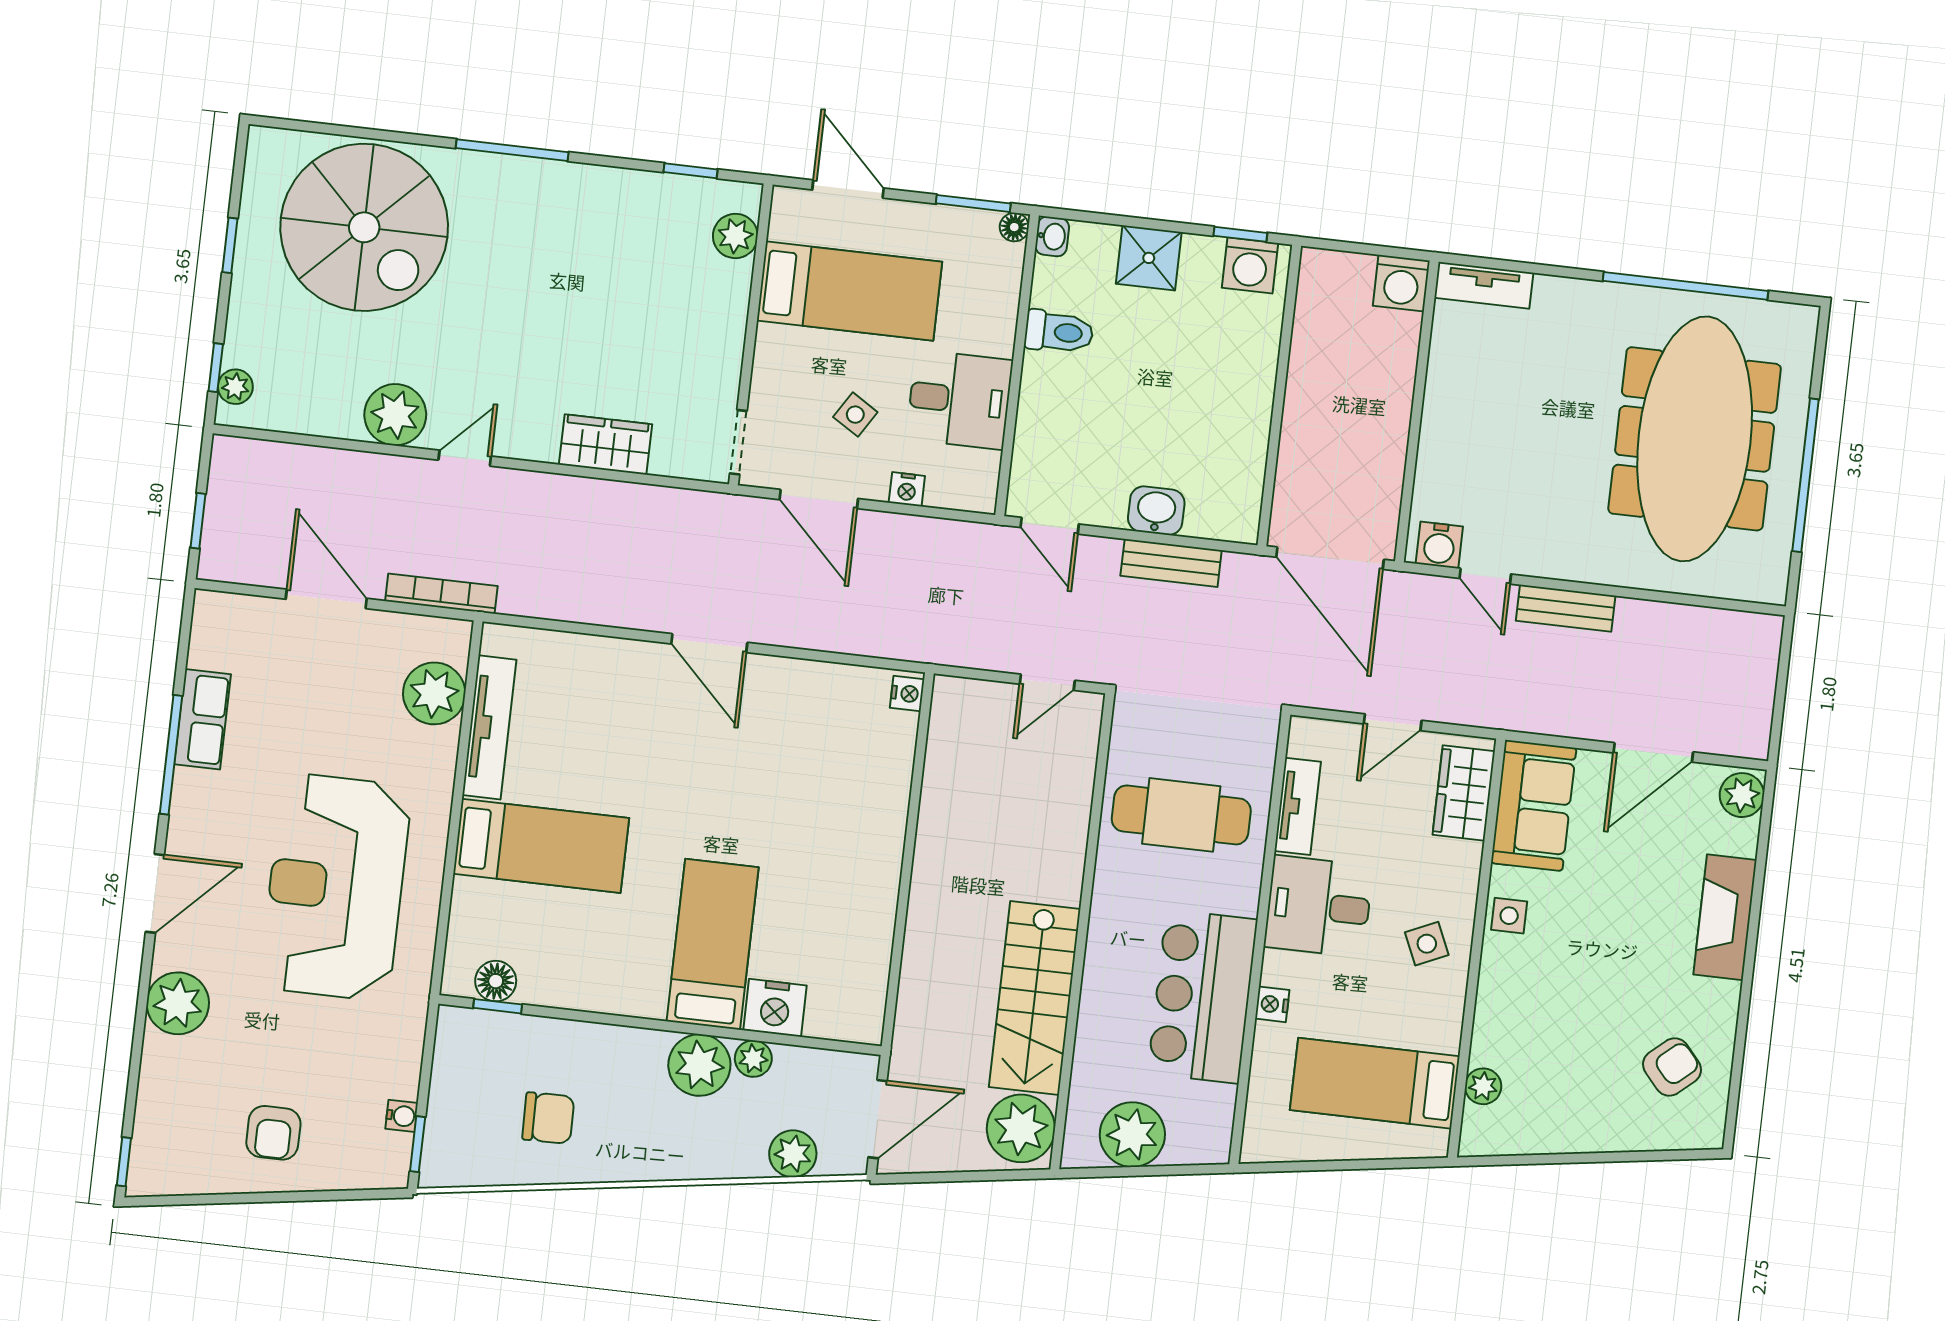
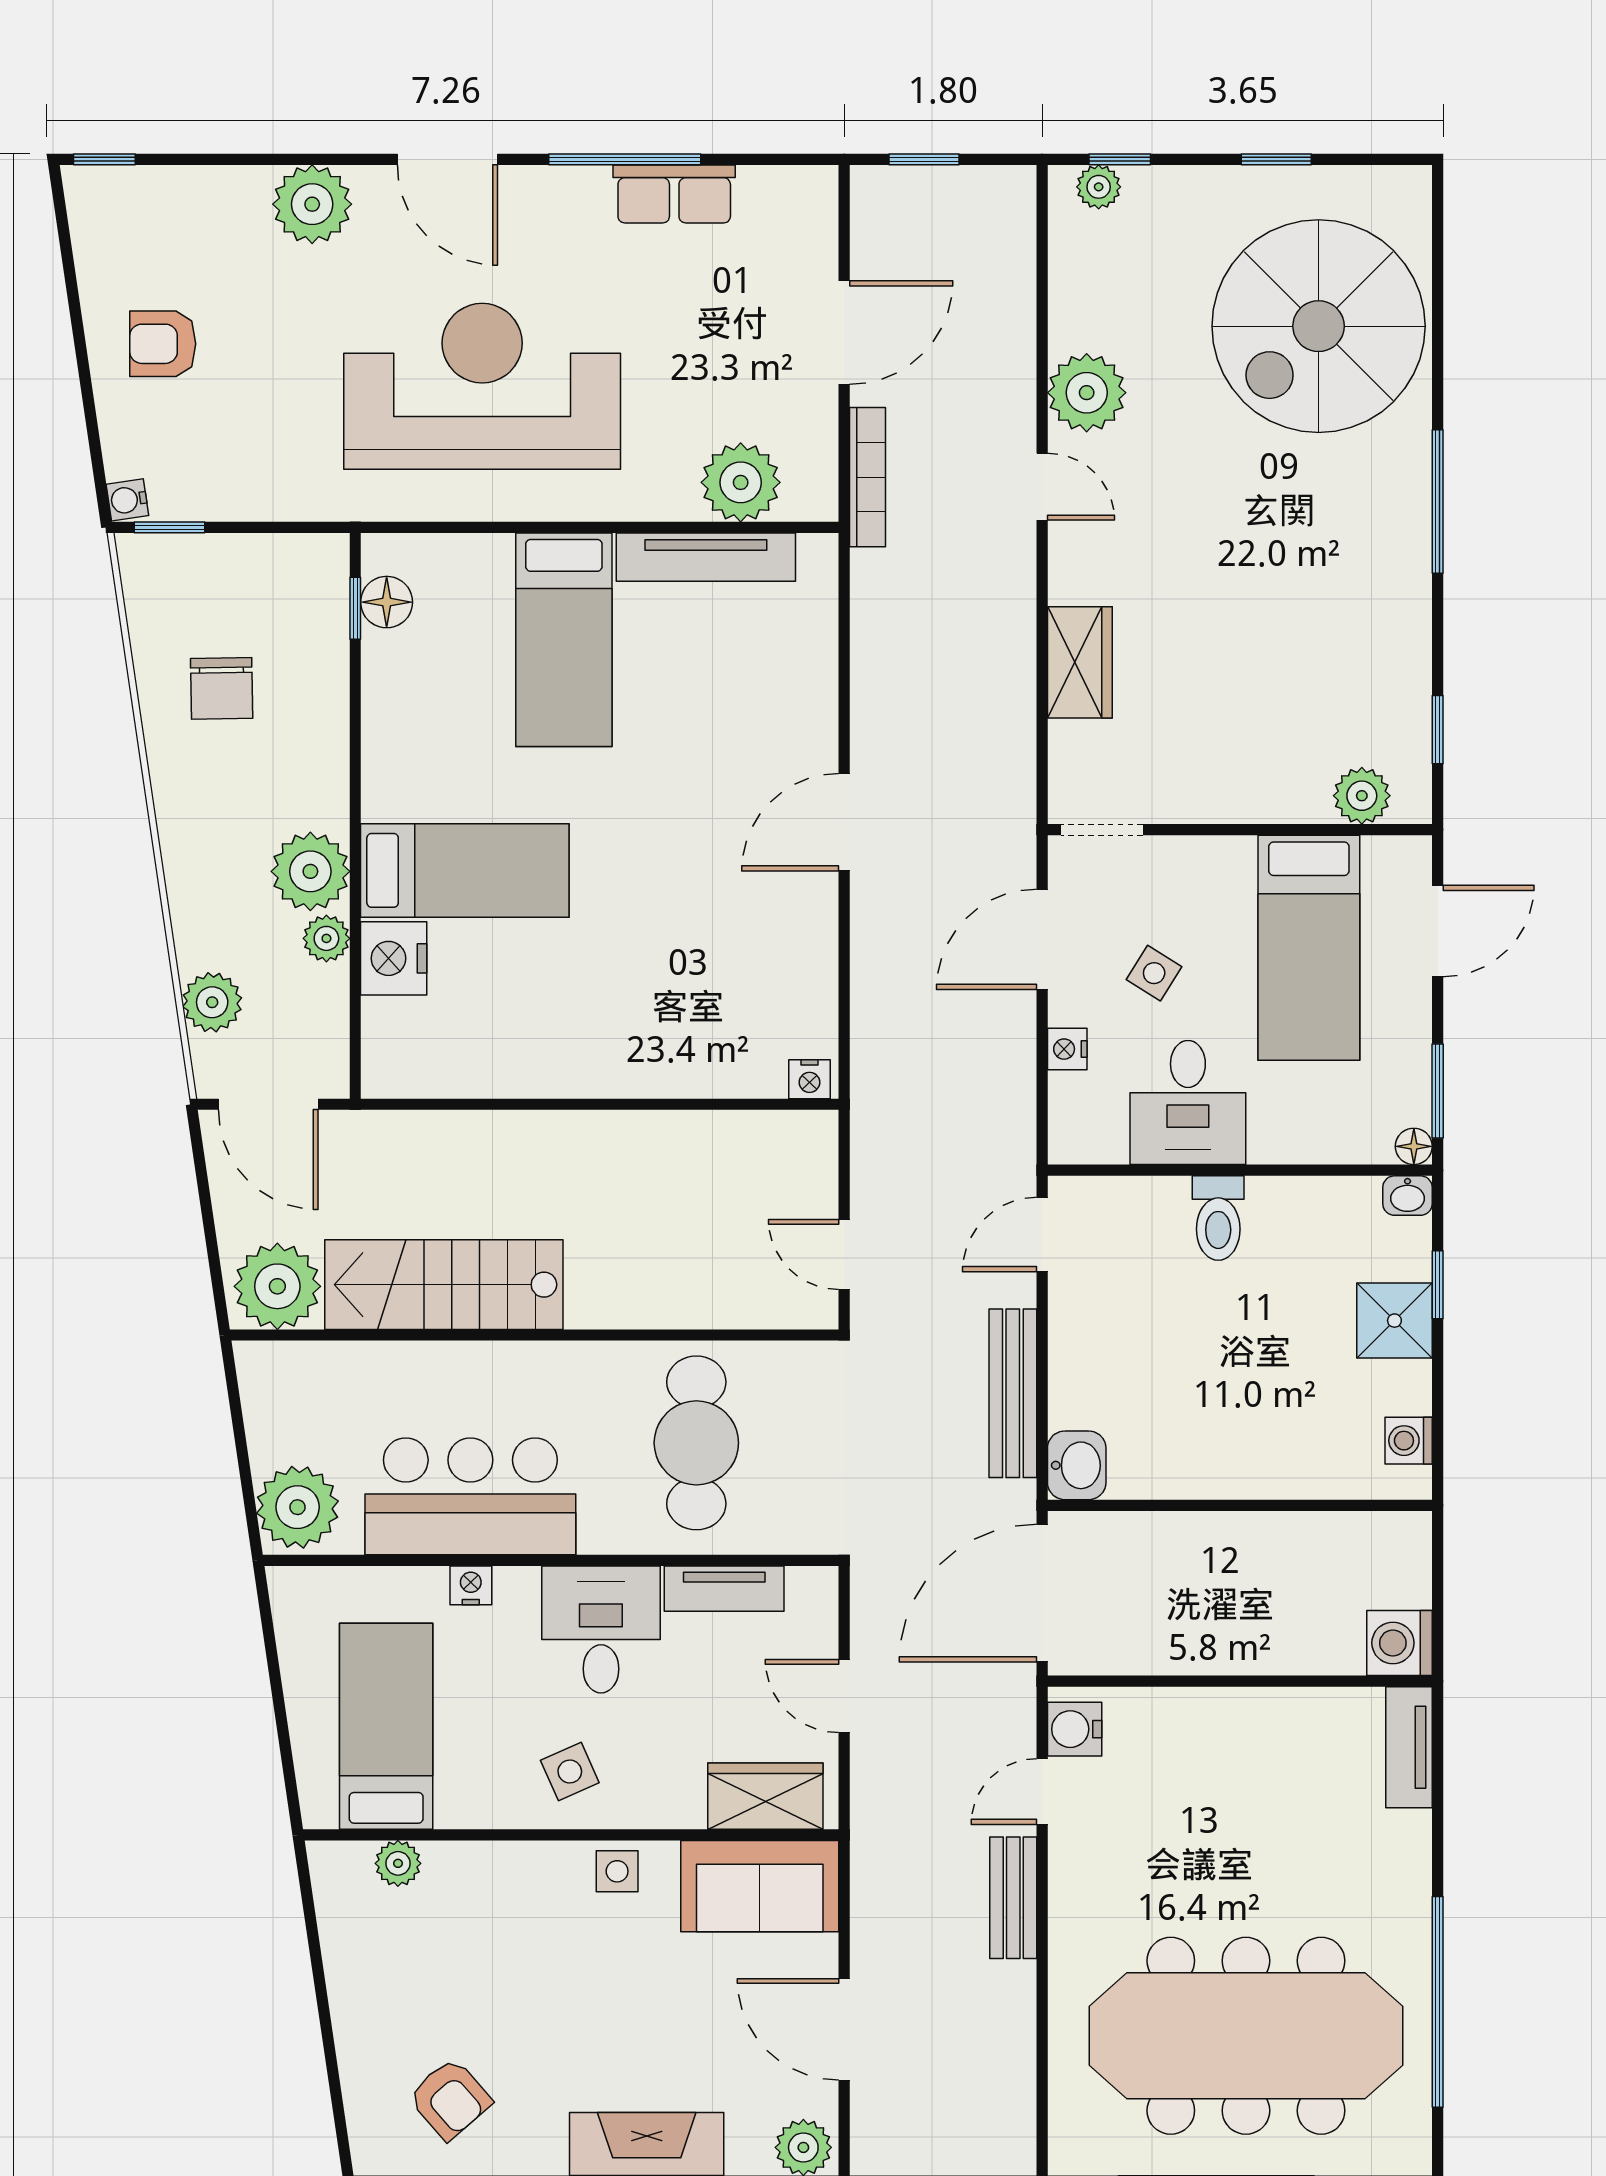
window: (1240, 234) -> (1438, 1285), moved
washing machine: (1250, 265) -> (1409, 1441), width x0.73, depth x0.73
toilet: (1059, 332) -> (1218, 1218), moved
washbasin: (1156, 511) -> (1077, 1465), moved
bench: (1171, 563) -> (1013, 1393), width x1.36
water cooler: (402, 1116) -> (127, 500), moved, turned 82
plant: (1132, 1135) -> (298, 1507), moved

